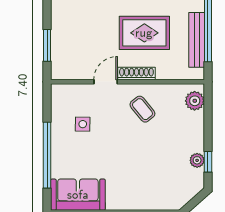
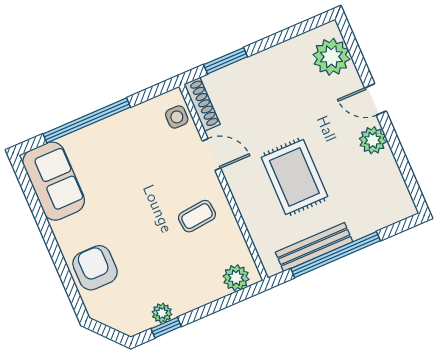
shoe rack: (136, 74) -> (202, 104), moved
coffee table: (142, 109) -> (197, 216), turned 33
side table: (83, 124) -> (177, 117), moved
armchair: (148, 192) -> (95, 268), added

